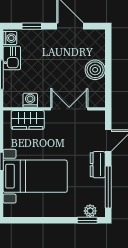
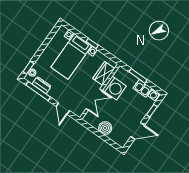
washing machine: (30, 100) -> (114, 88), width x1.89, depth x1.89
dresser: (98, 165) -> (42, 85), moved

